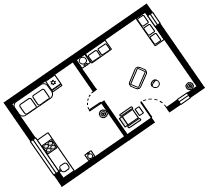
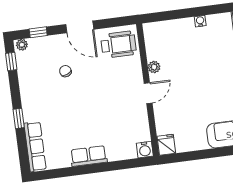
window: (154, 20) -> (19, 118), moved
row of seats: (98, 52) -> (89, 156), moved
window: (191, 73) -> (11, 61), added
coffee table: (138, 78) -> (84, 91), removed
fridge: (54, 83) -> (166, 145), moved

